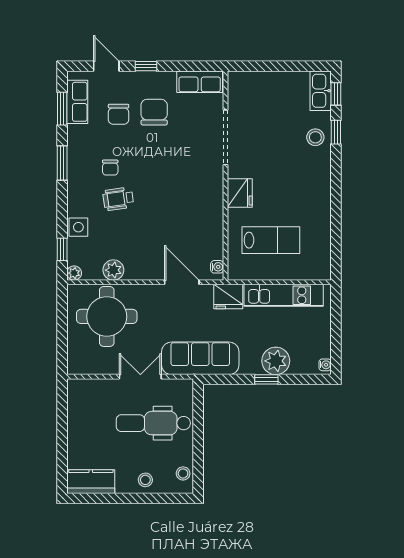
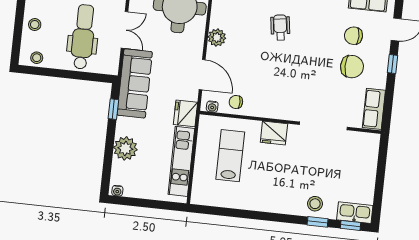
chair: (110, 168) -> (236, 102), moved
lab bench: (271, 240) -> (230, 156), turned 180
plant: (113, 270) -> (217, 38), moved
door: (182, 282) -> (202, 75), hinge flipped
window: (266, 379) -> (113, 109), moved

